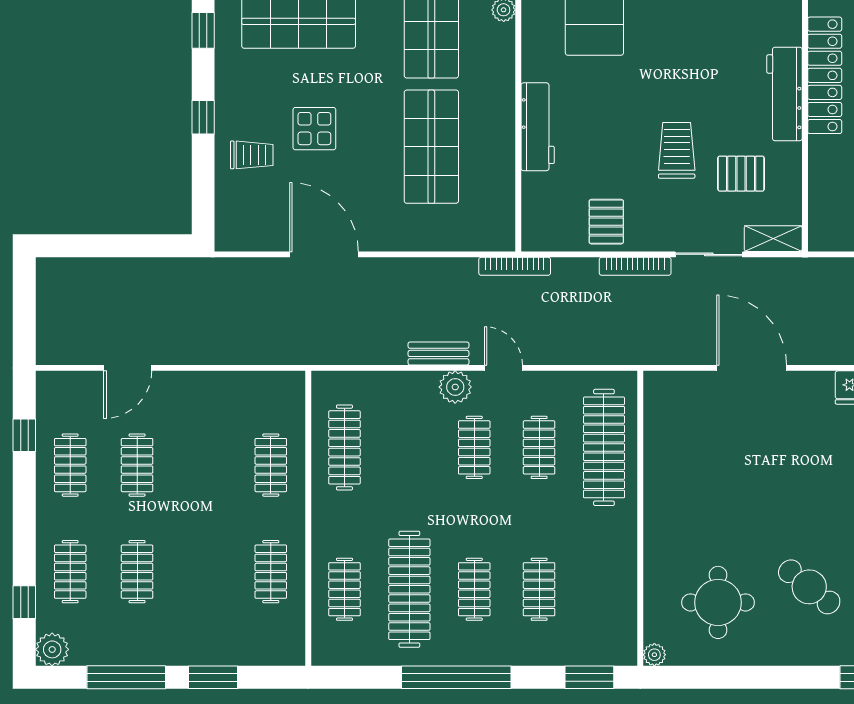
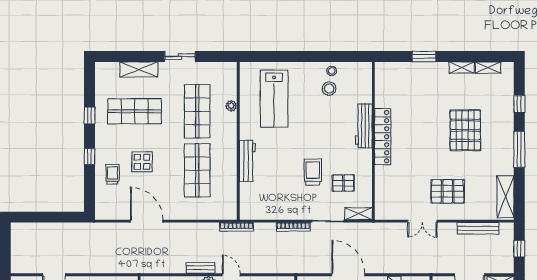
workbench: (784, 94) -> (364, 126), moved
trolley: (252, 155) -> (112, 174), turned -90
pallet: (606, 222) -> (280, 206), removed

